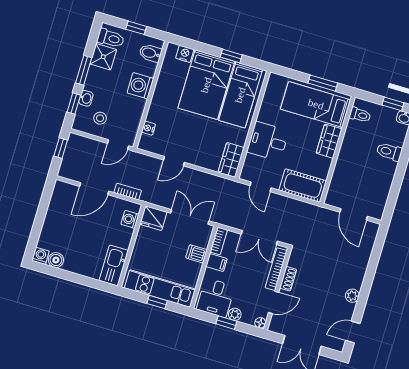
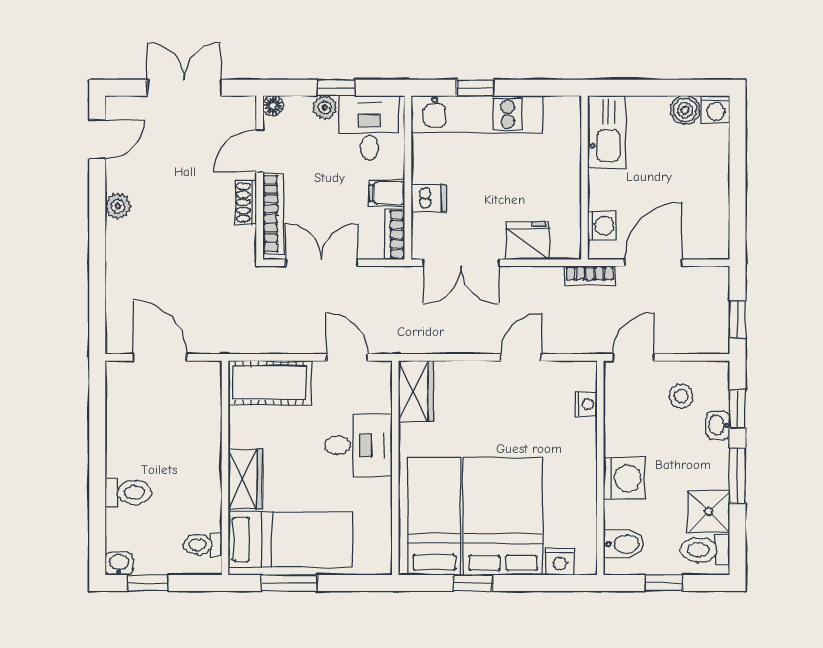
washing machine: (130, 219) -> (602, 226), moved
wall: (132, 246) -> (585, 178), moved
kitchen sink: (114, 265) -> (607, 132), moved

